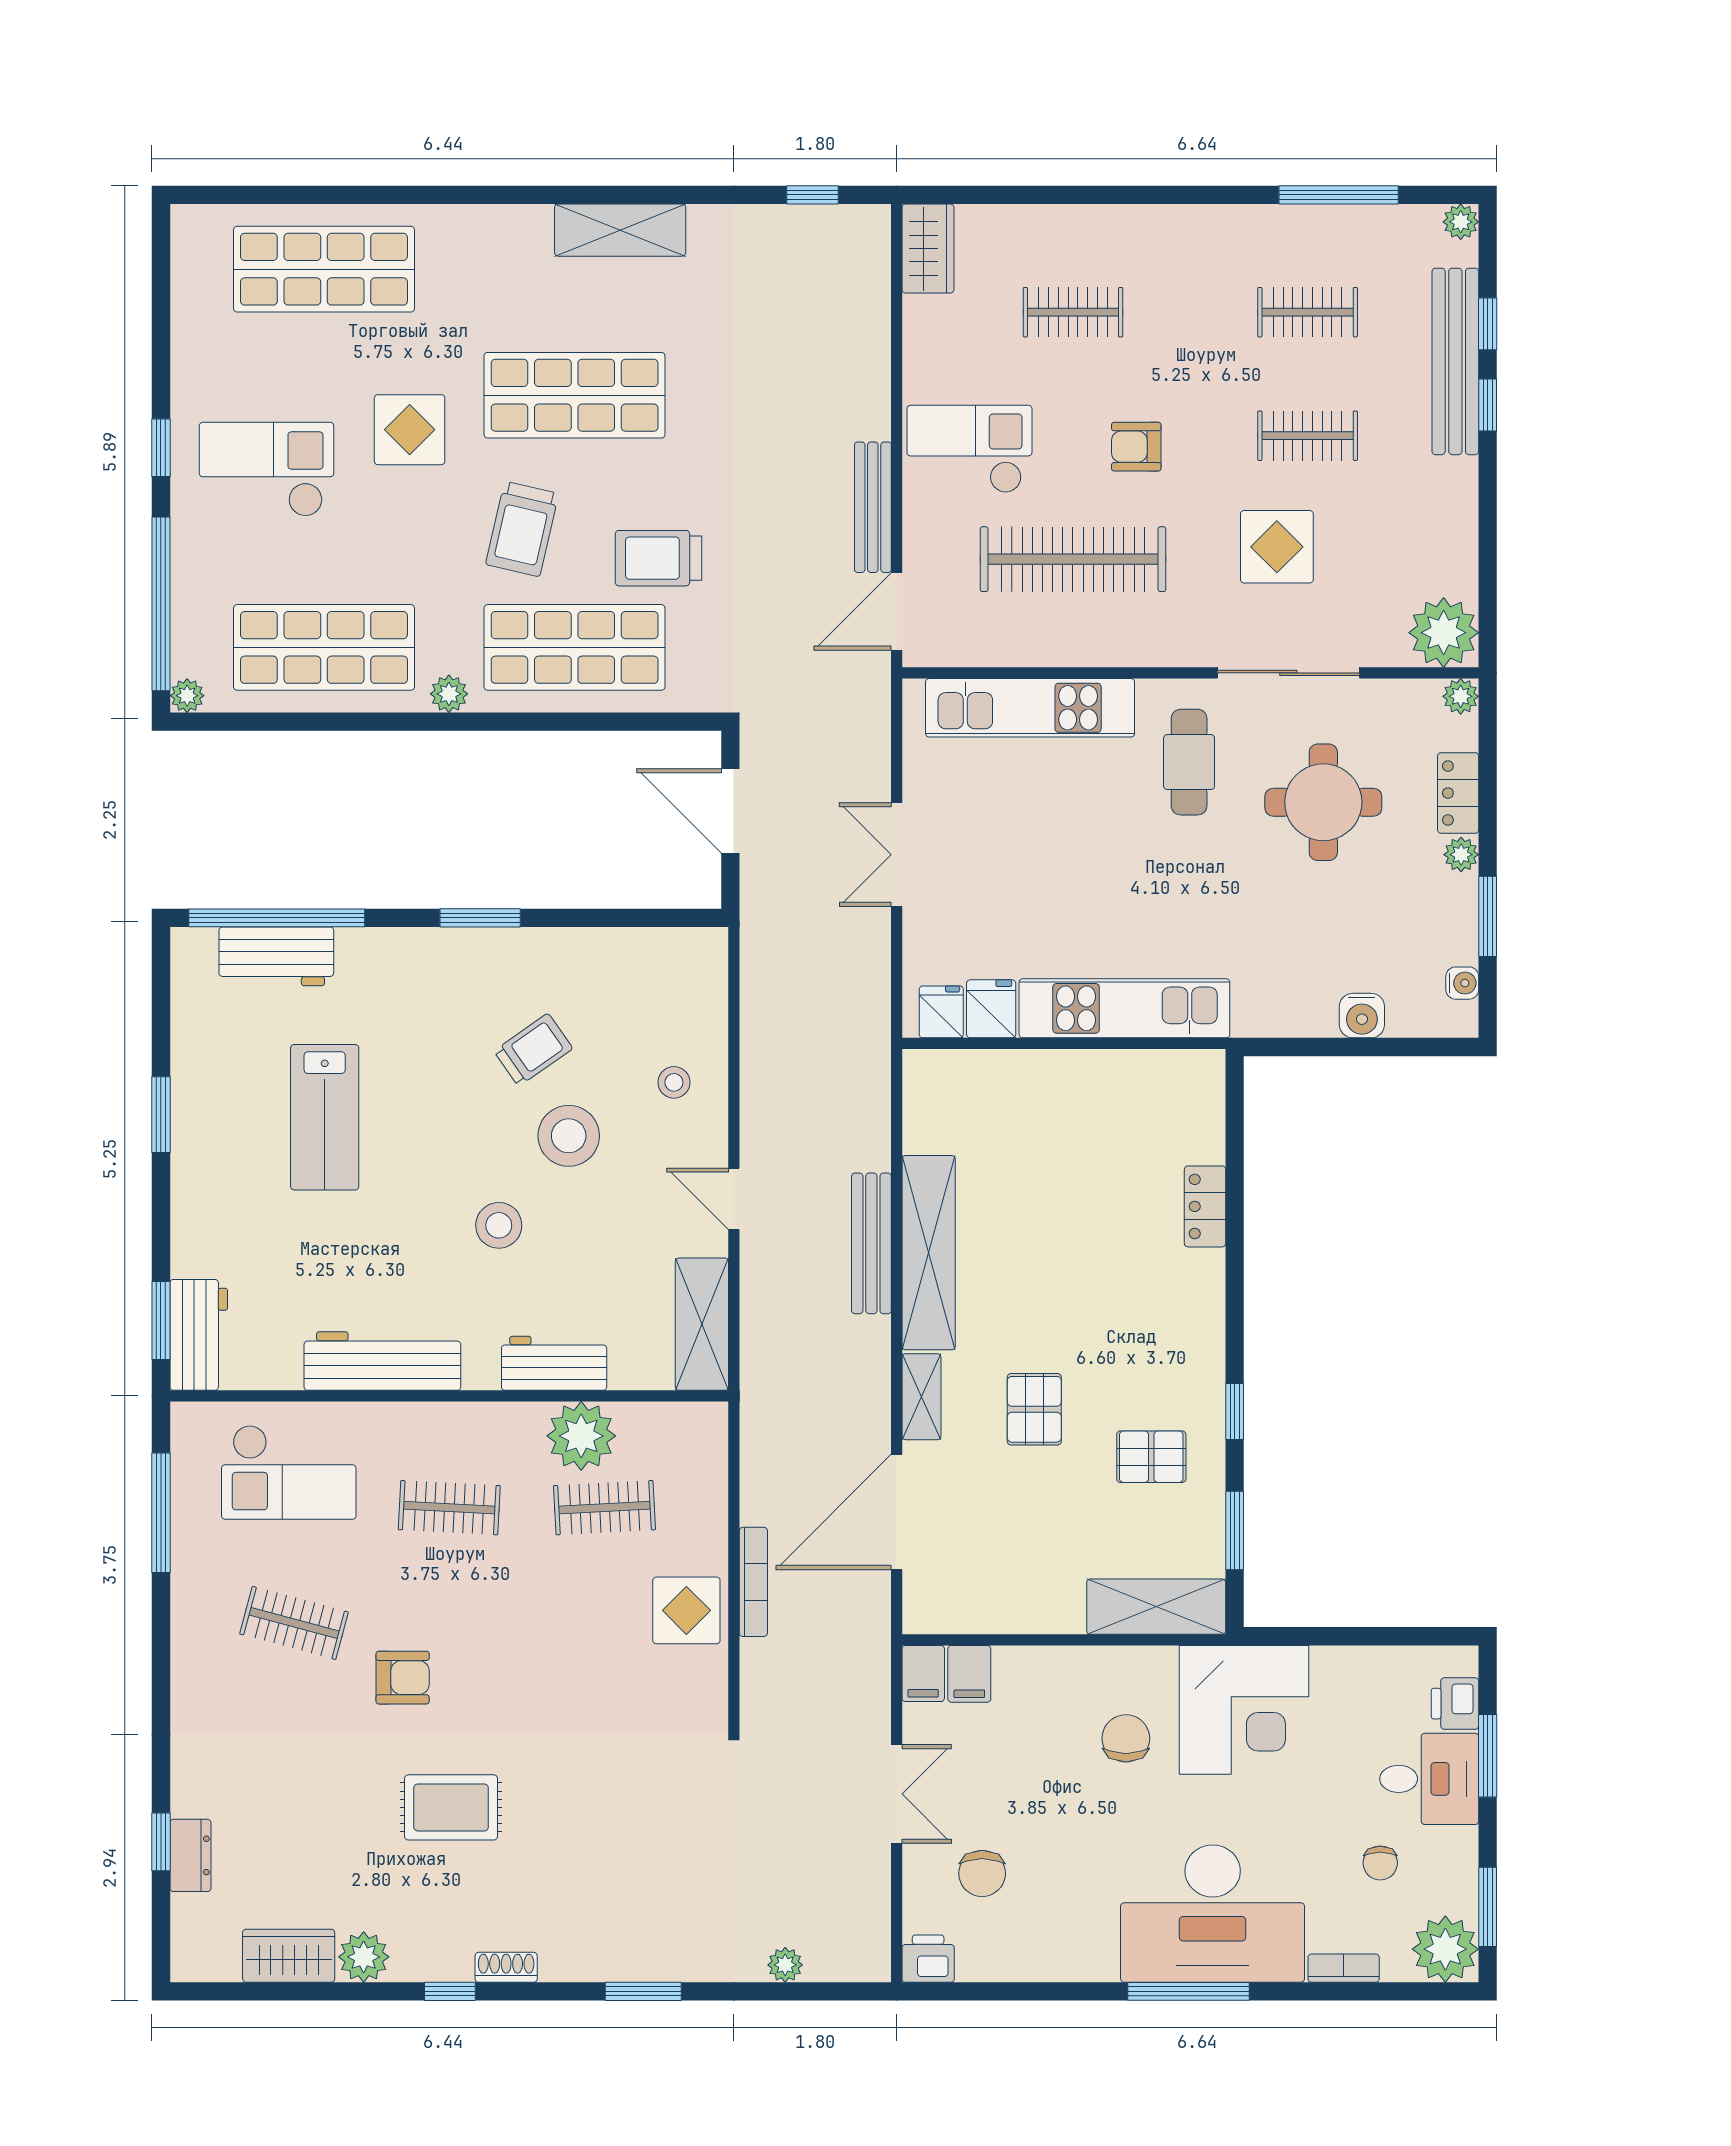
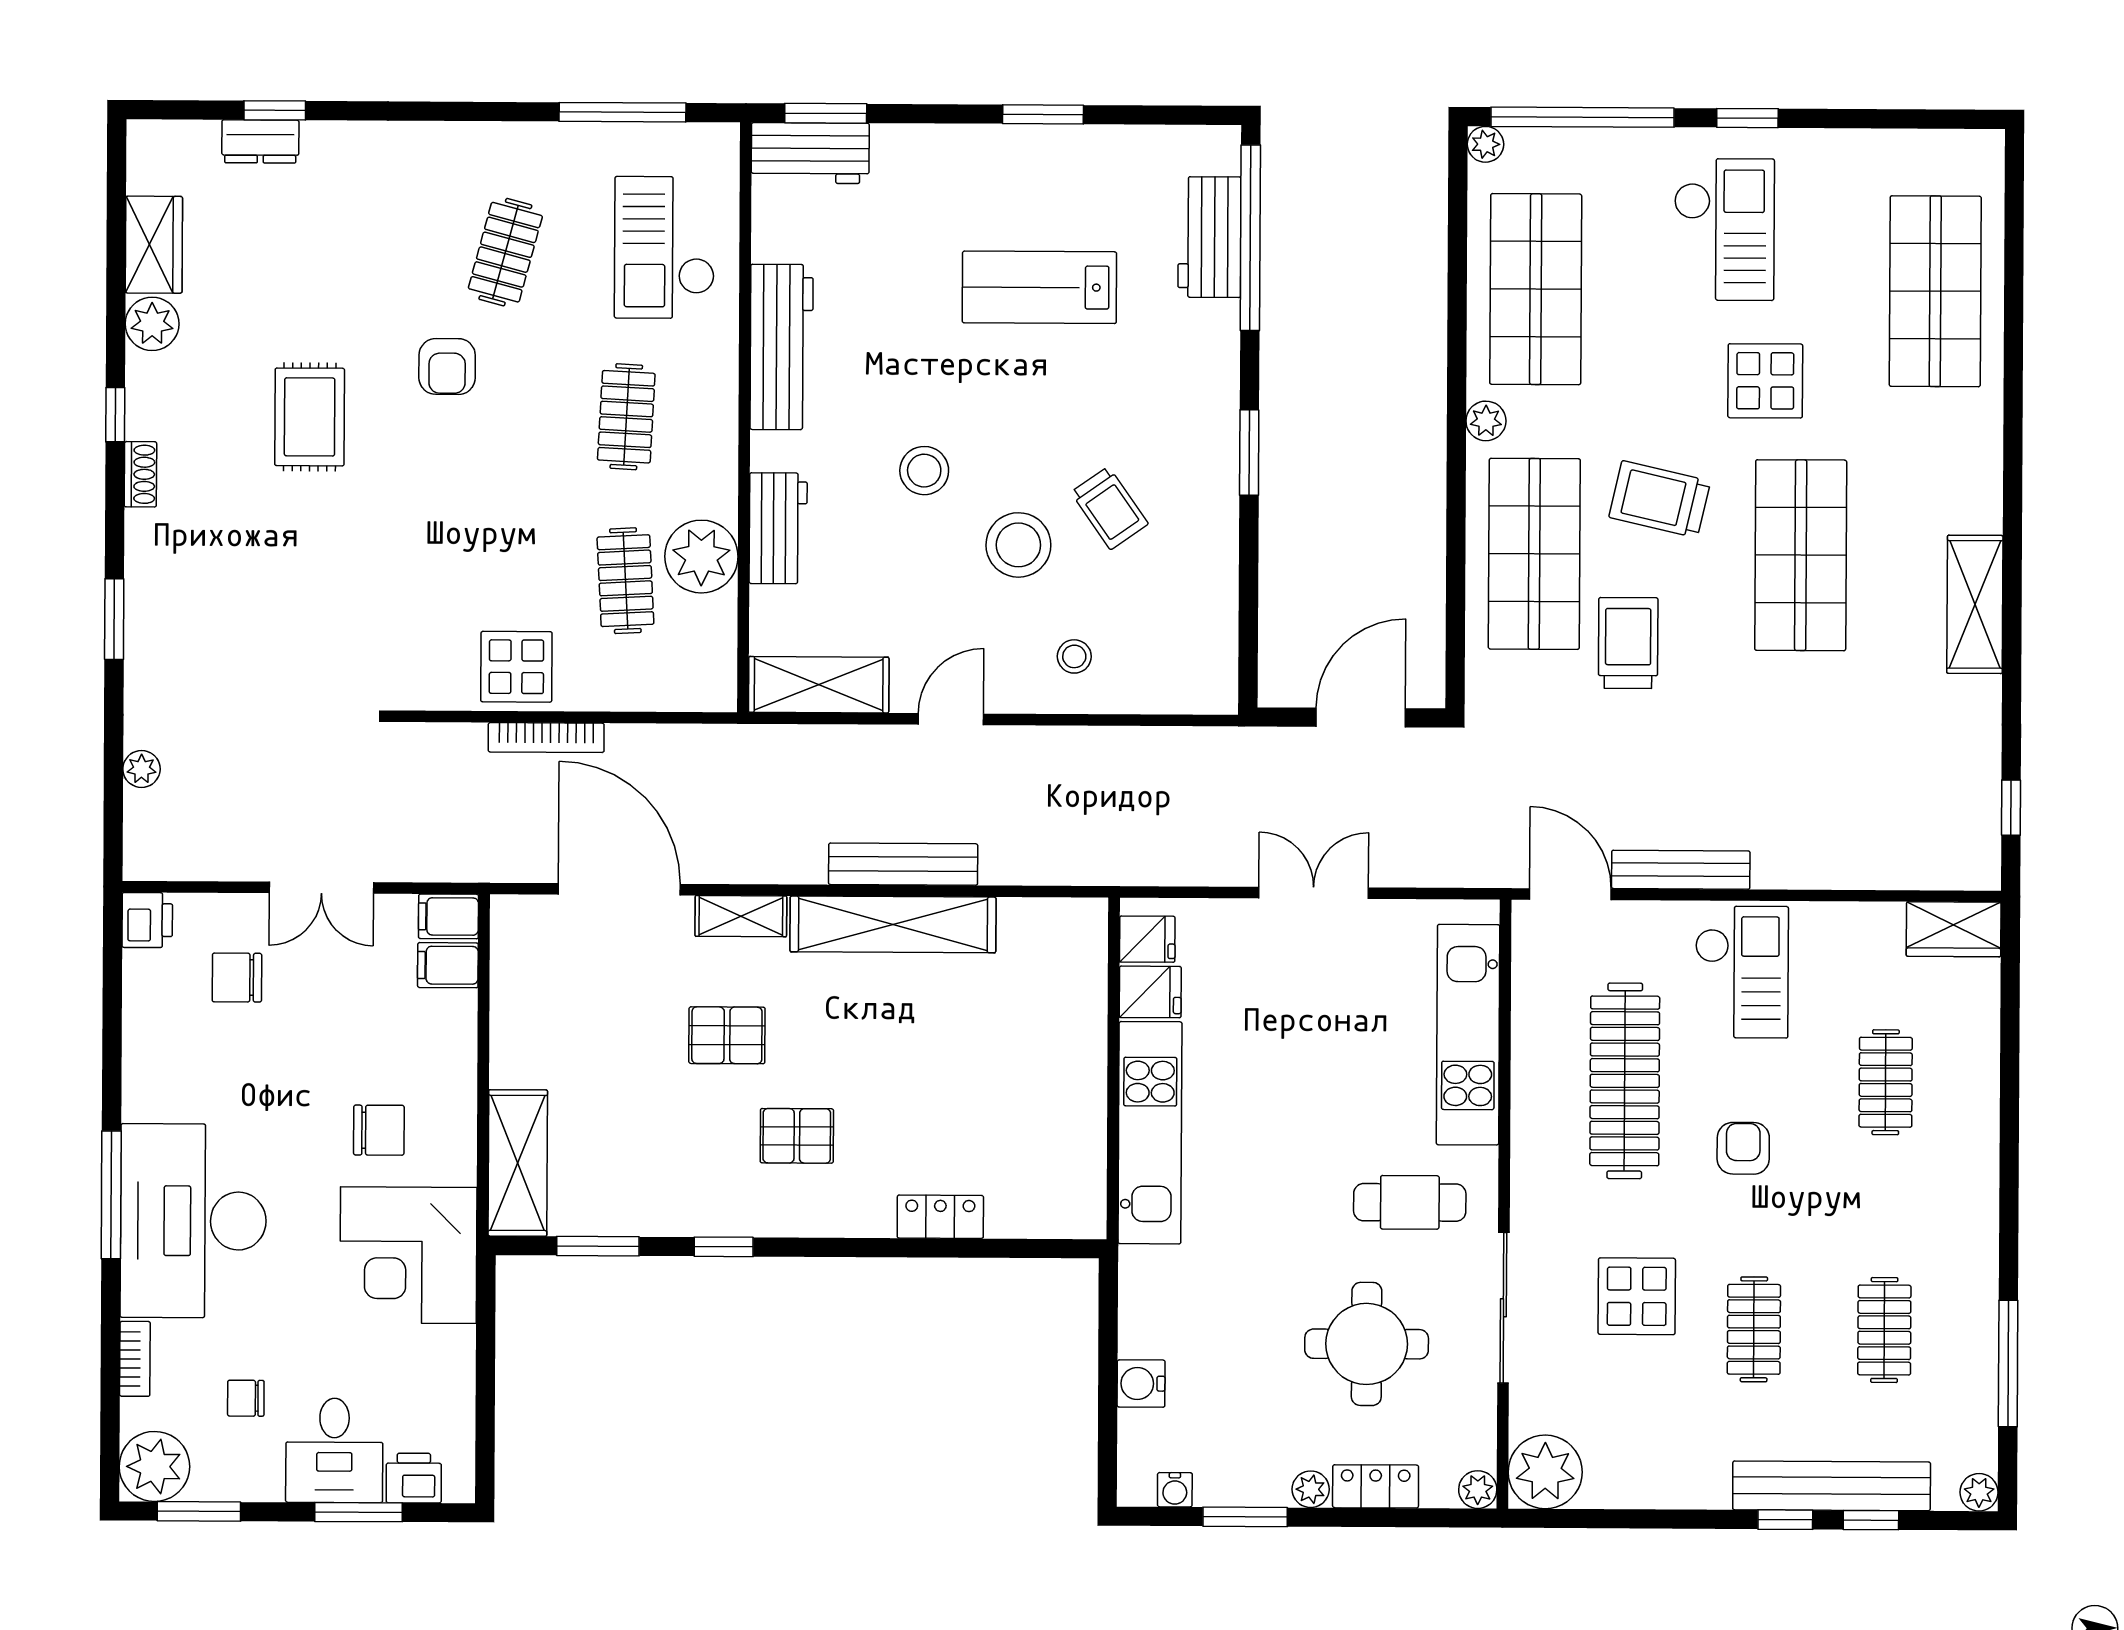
pallet: (1151, 1457) -> (797, 1136), moved, turned 90

